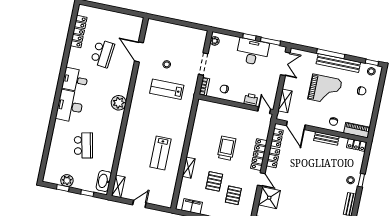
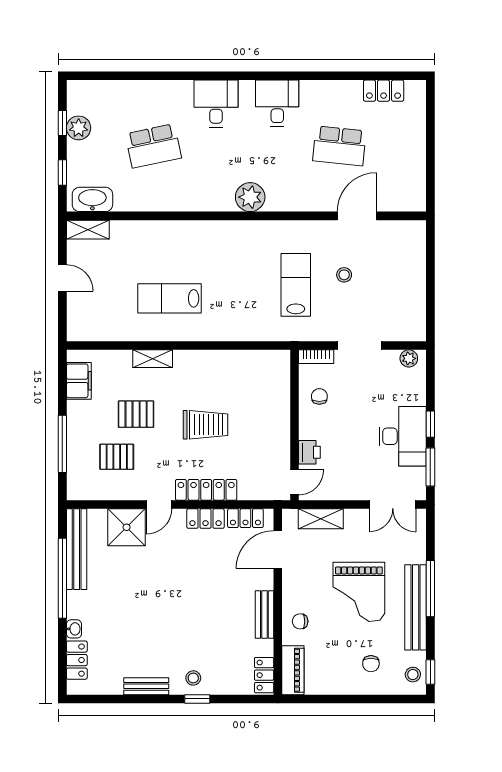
locker: (79, 32) -> (384, 91), width x0.66
desk: (70, 106) -> (216, 103), width x0.73

